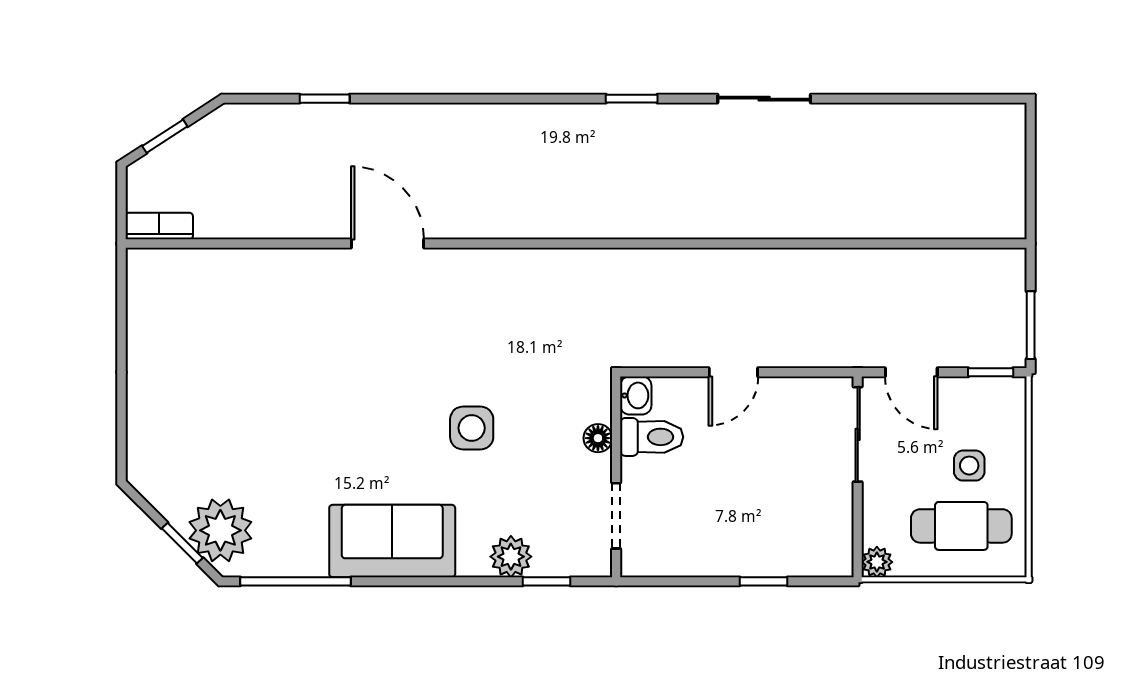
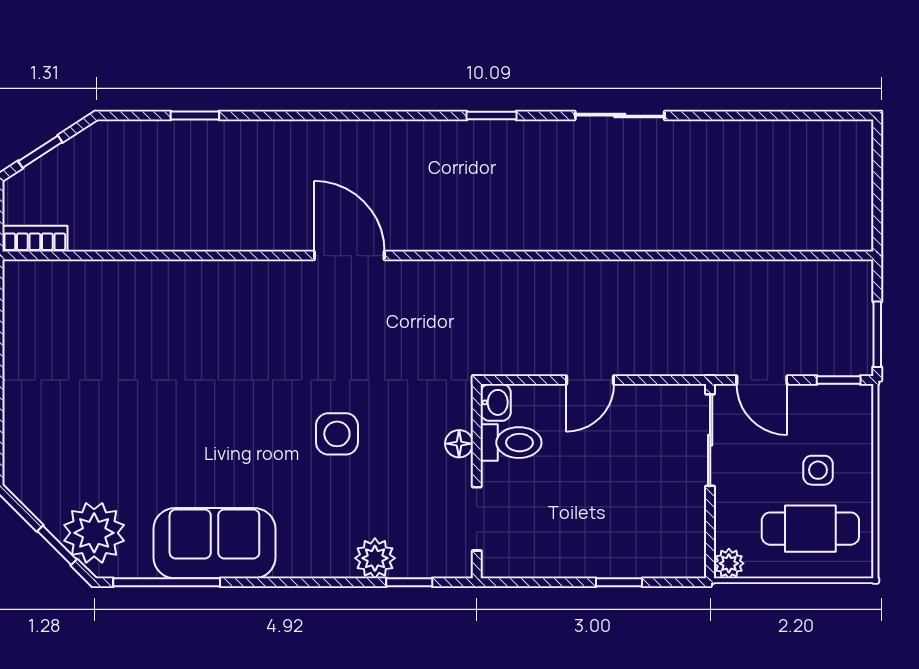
door: (388, 244) -> (349, 256), moved
sofa: (392, 541) -> (214, 543), moved

